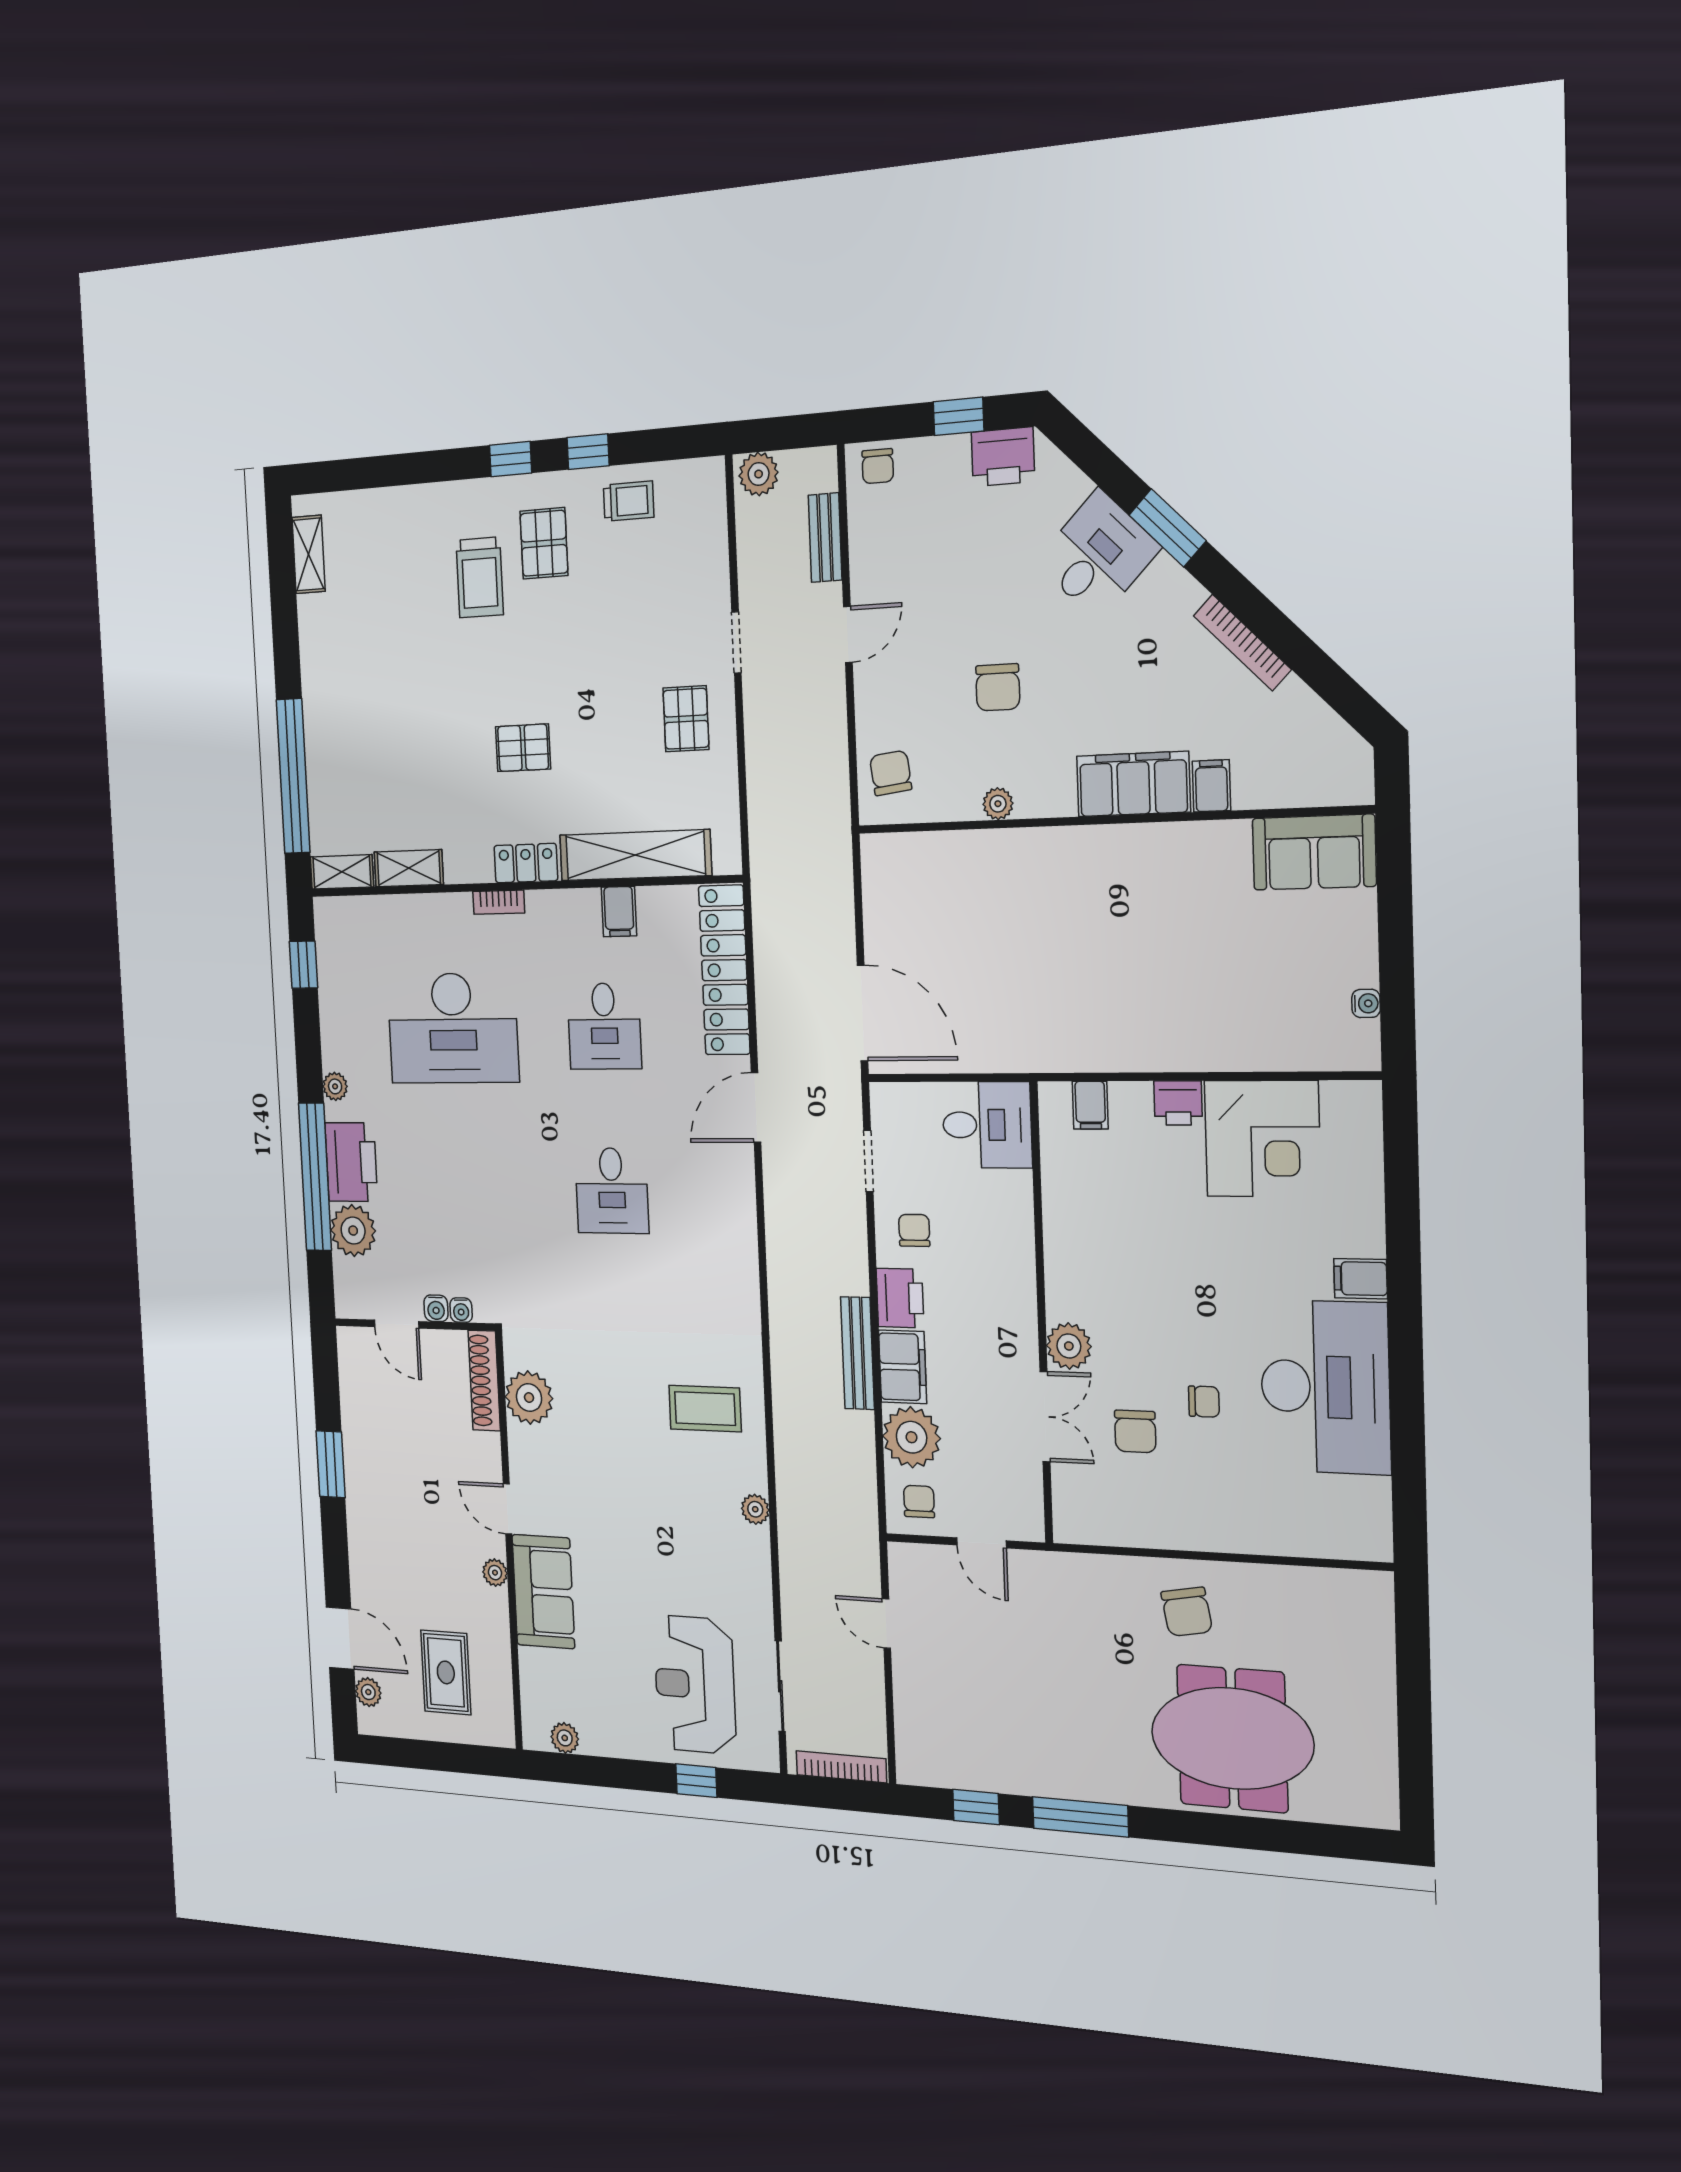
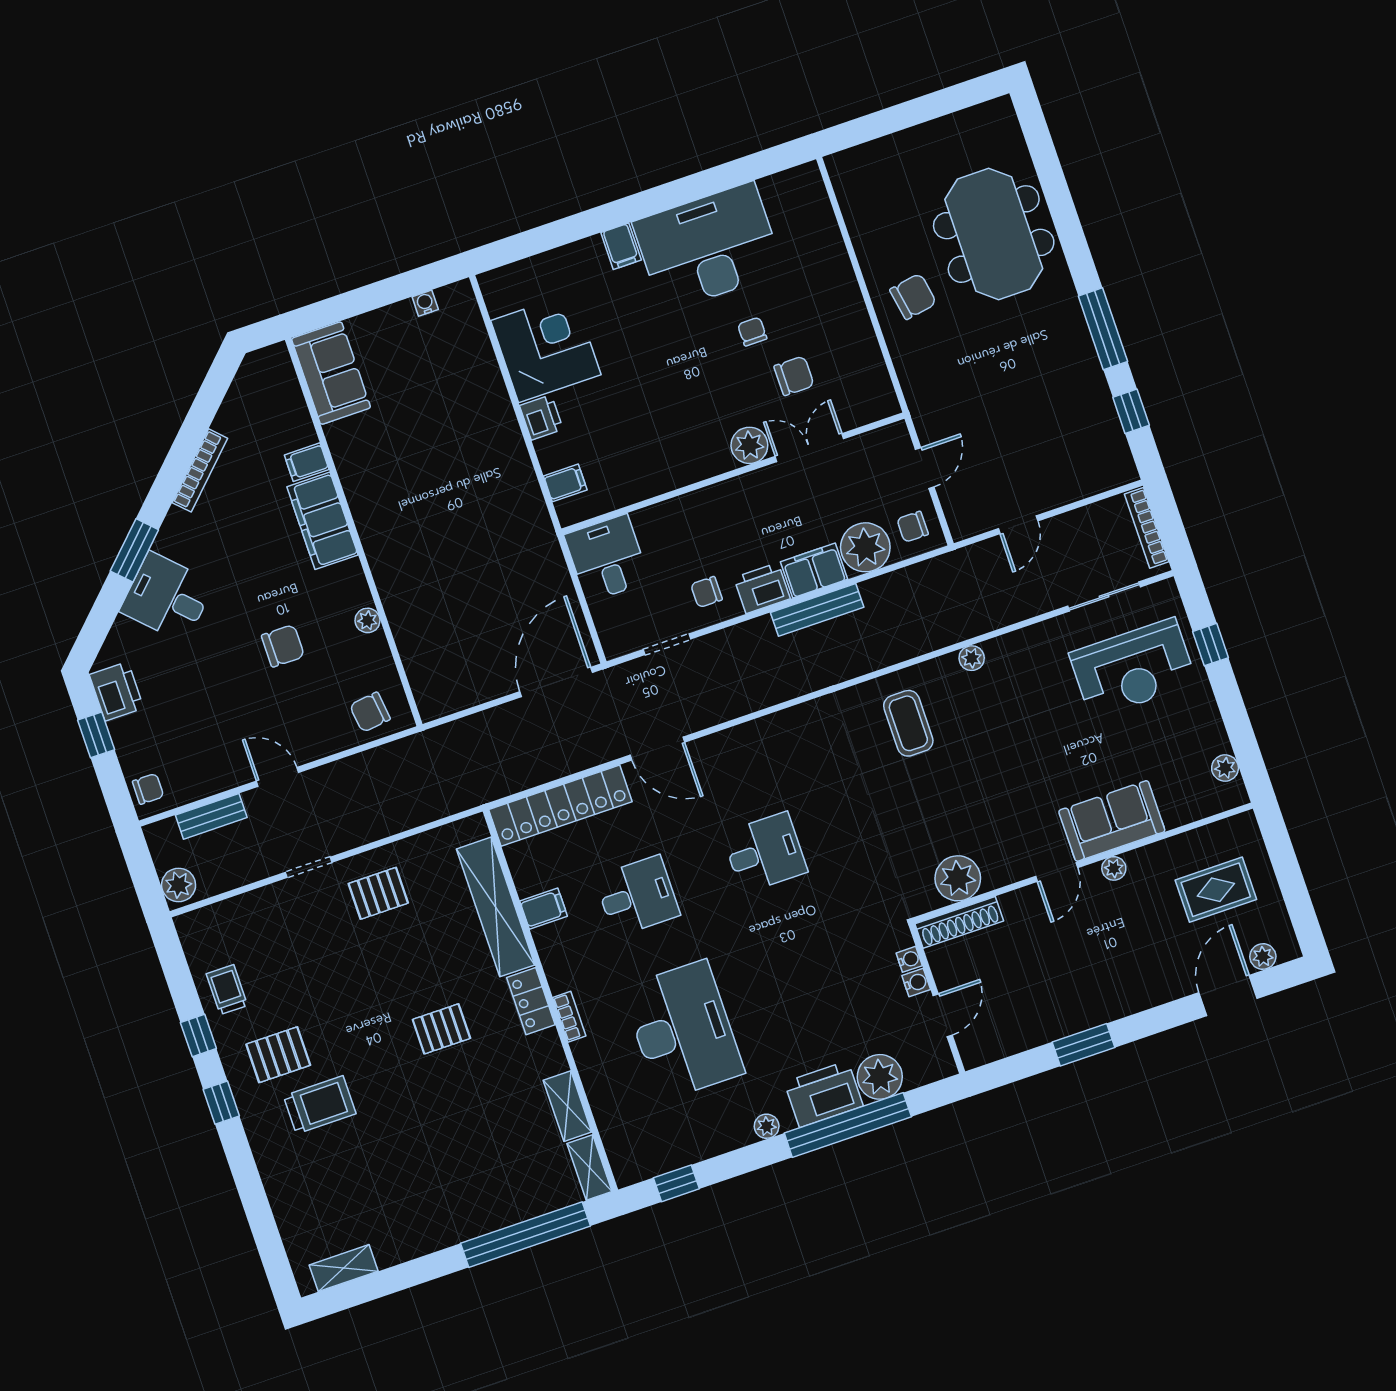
pallet: (523, 748) -> (441, 1029), turned 90

